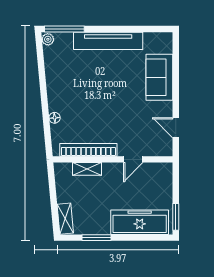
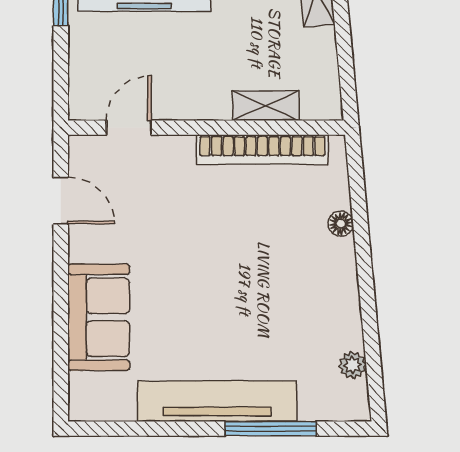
window: (64, 29) -> (270, 429), moved
plant: (48, 39) -> (353, 365), moved
door: (133, 159) -> (129, 128), moved

